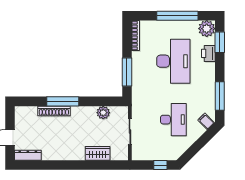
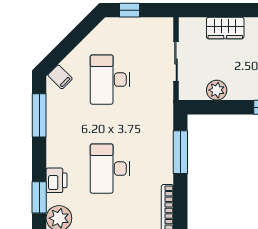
desk: (173, 61) -> (110, 169), width x0.73, depth x0.77

